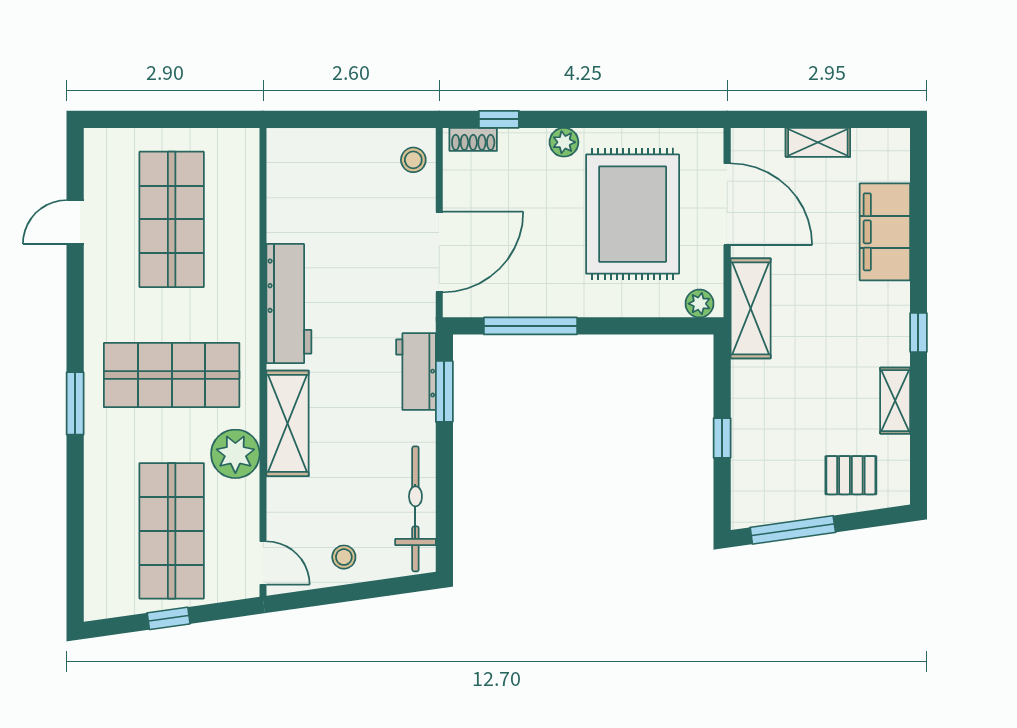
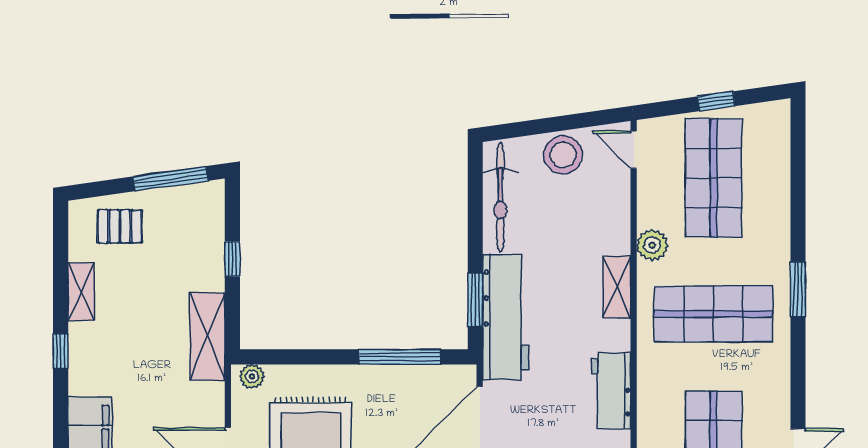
workbench: (289, 304) -> (611, 391), width x0.73
shelving: (751, 308) -> (207, 336), moved
workbench: (416, 372) -> (506, 317), width x1.88, depth x1.32
shelving: (288, 423) -> (617, 287), width x0.67, depth x0.75
plant: (235, 454) -> (652, 245), width x0.73, depth x0.73
stool: (344, 557) -> (563, 155), width x1.89, depth x1.89

